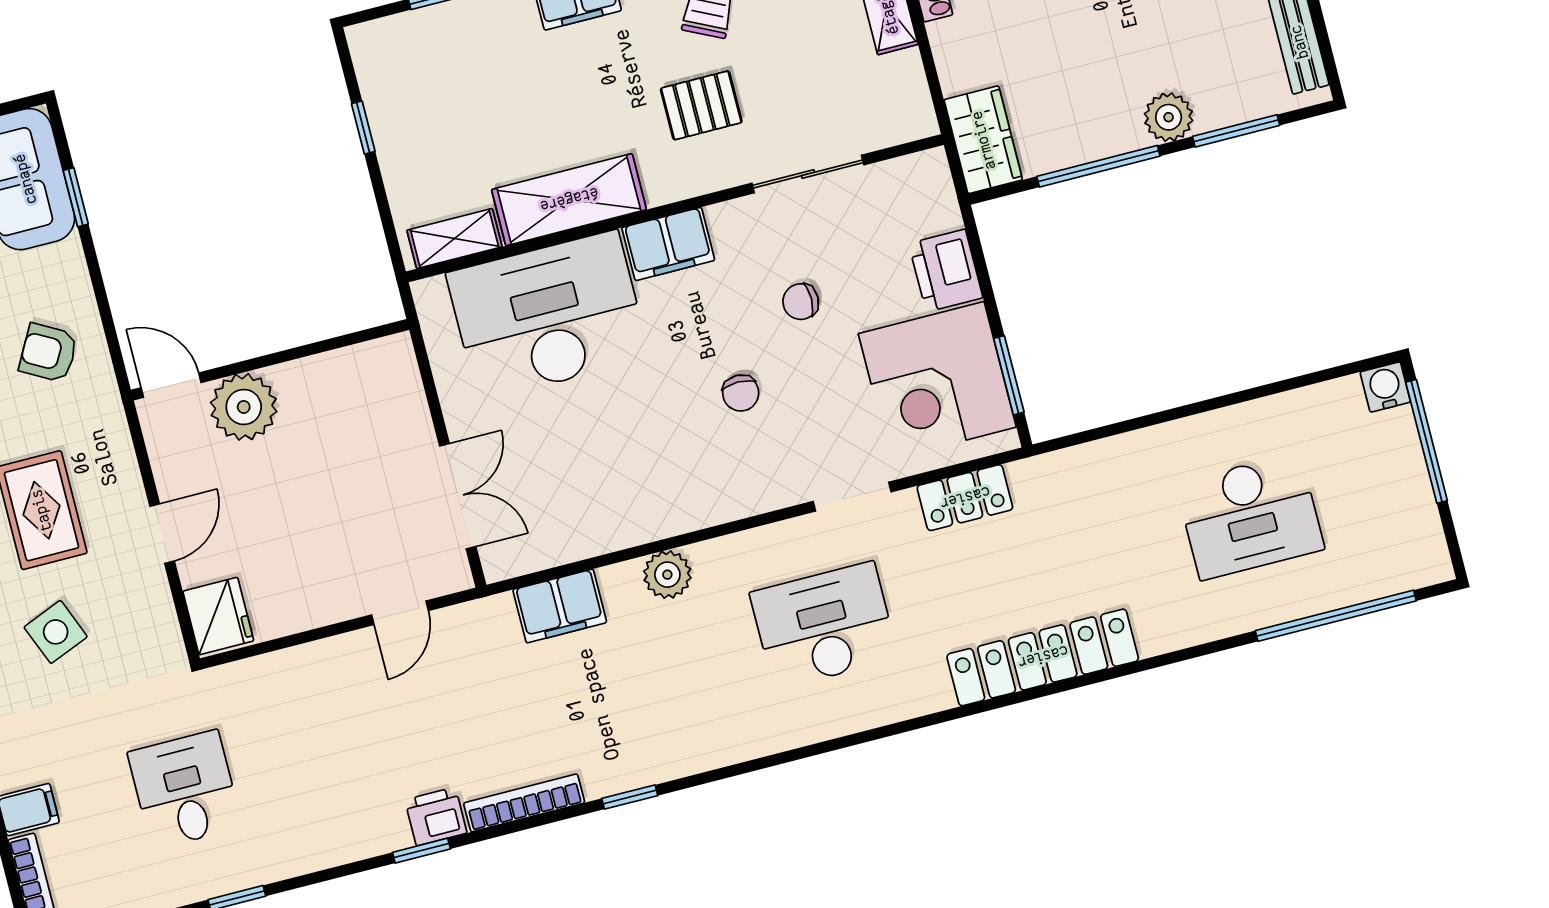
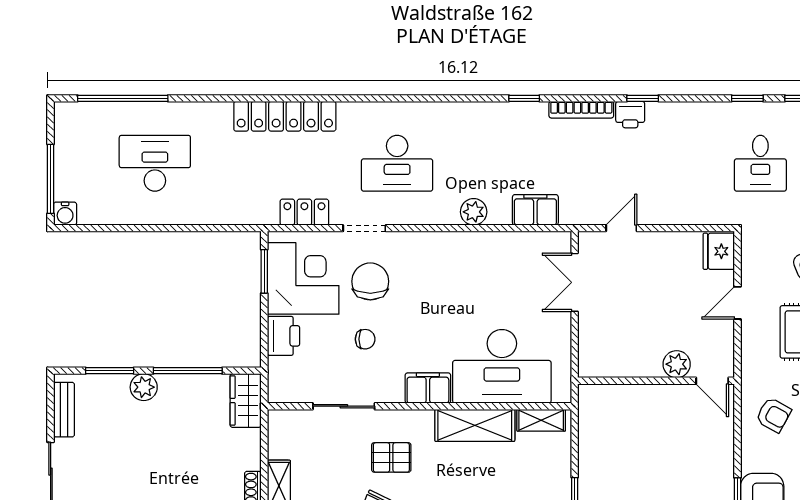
chair: (741, 393) -> (370, 281), moved, width x1.87, depth x1.87
plant: (244, 407) -> (677, 364), width x0.73, depth x0.73

